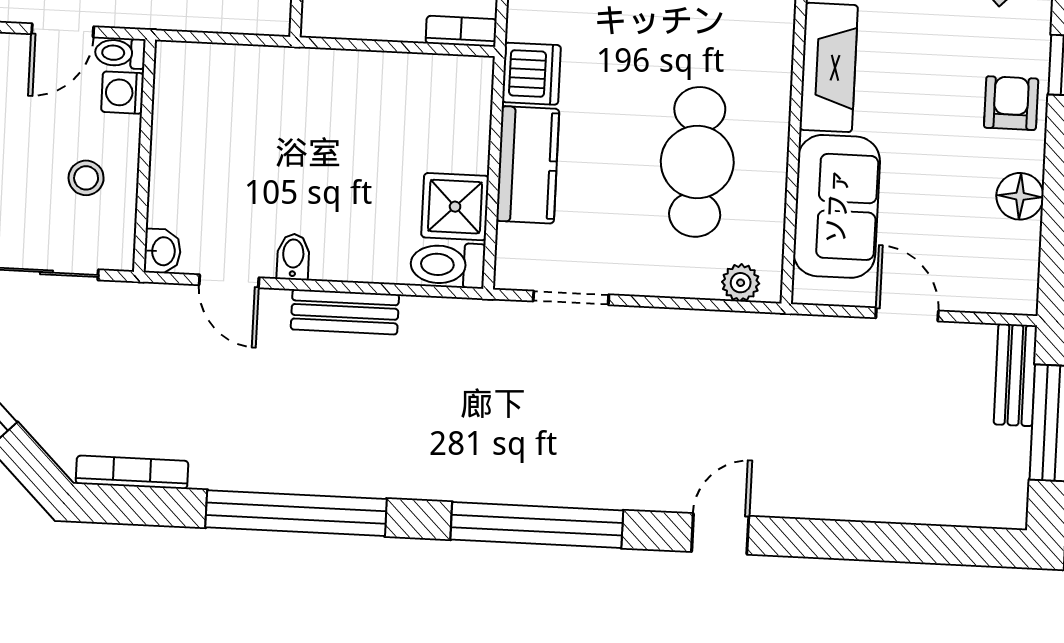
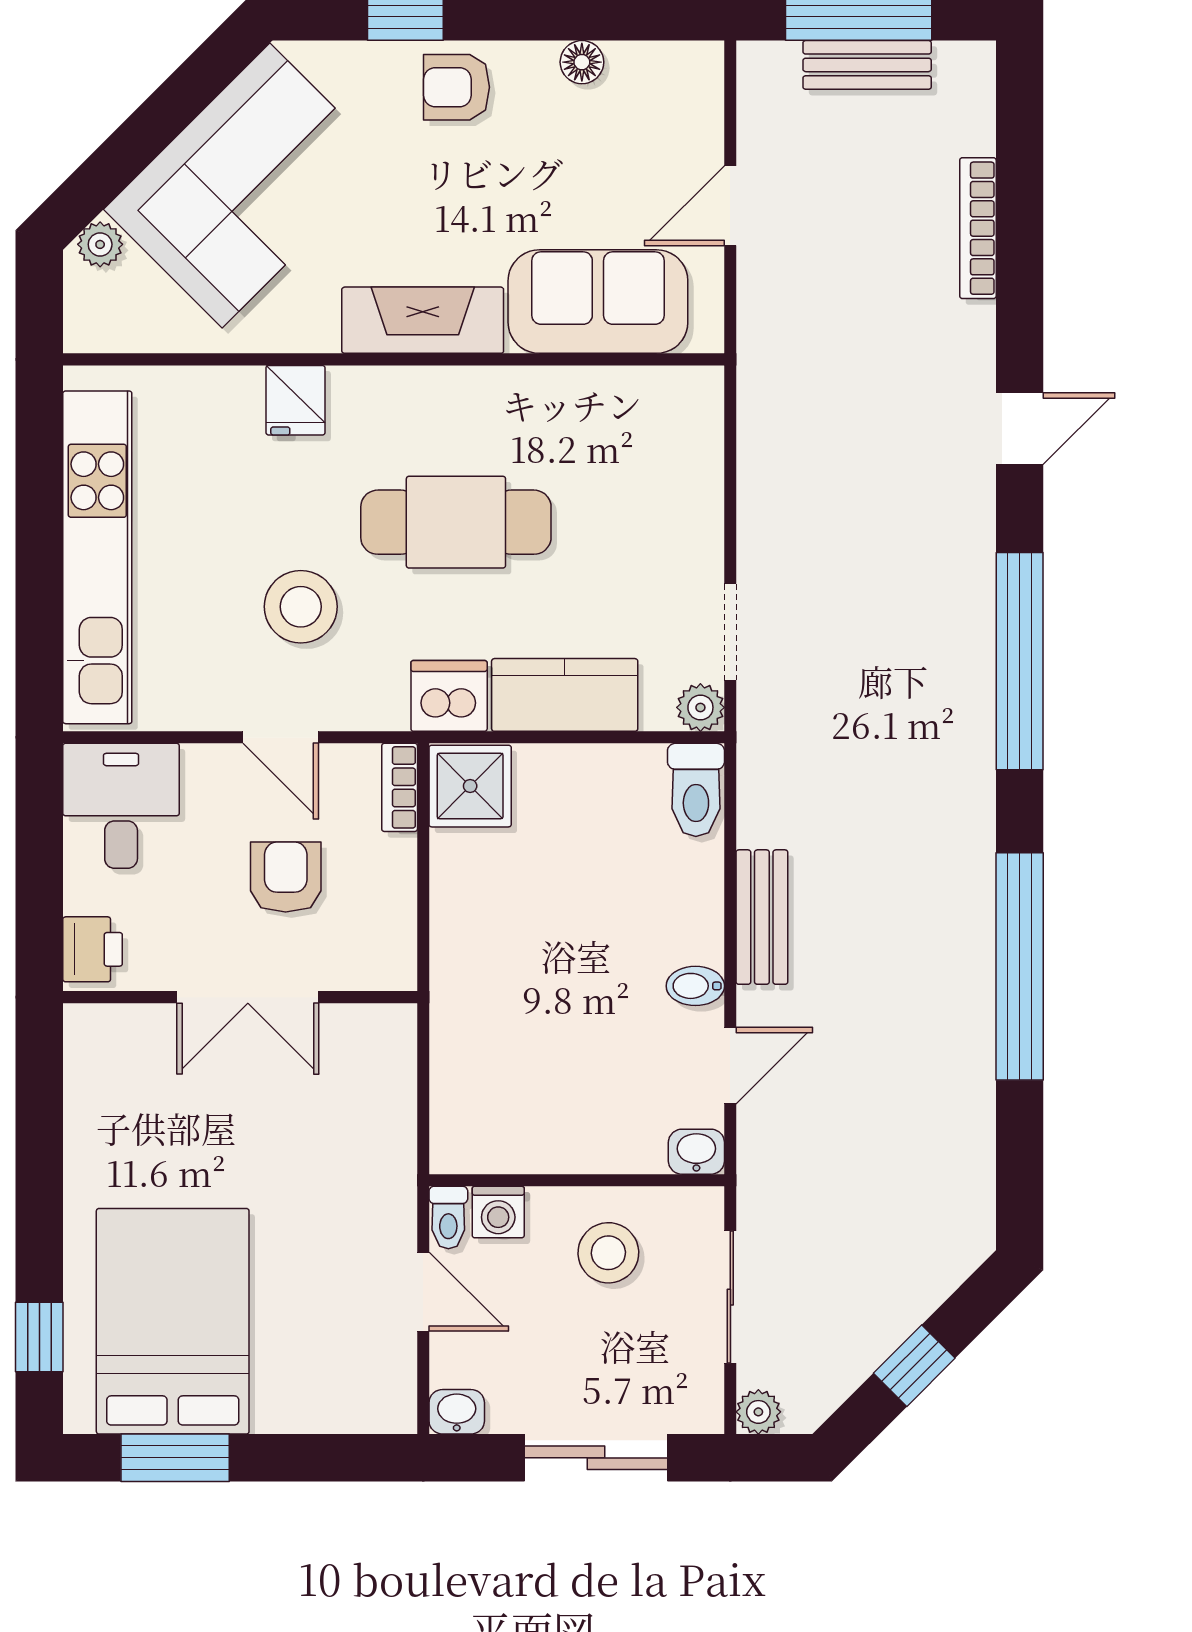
cafe table: (697, 162) -> (456, 522), moved
stool: (86, 178) -> (608, 1253), width x1.37, depth x1.37
floor lamp: (1020, 196) -> (582, 62), width x0.73, depth x0.73
shower: (455, 207) -> (470, 786), moved
plant: (741, 283) -> (700, 707), moved
bench: (1015, 375) -> (867, 65), moved
bookcase: (132, 472) -> (978, 228), moved
door: (720, 534) -> (1020, 429), swing flipped

